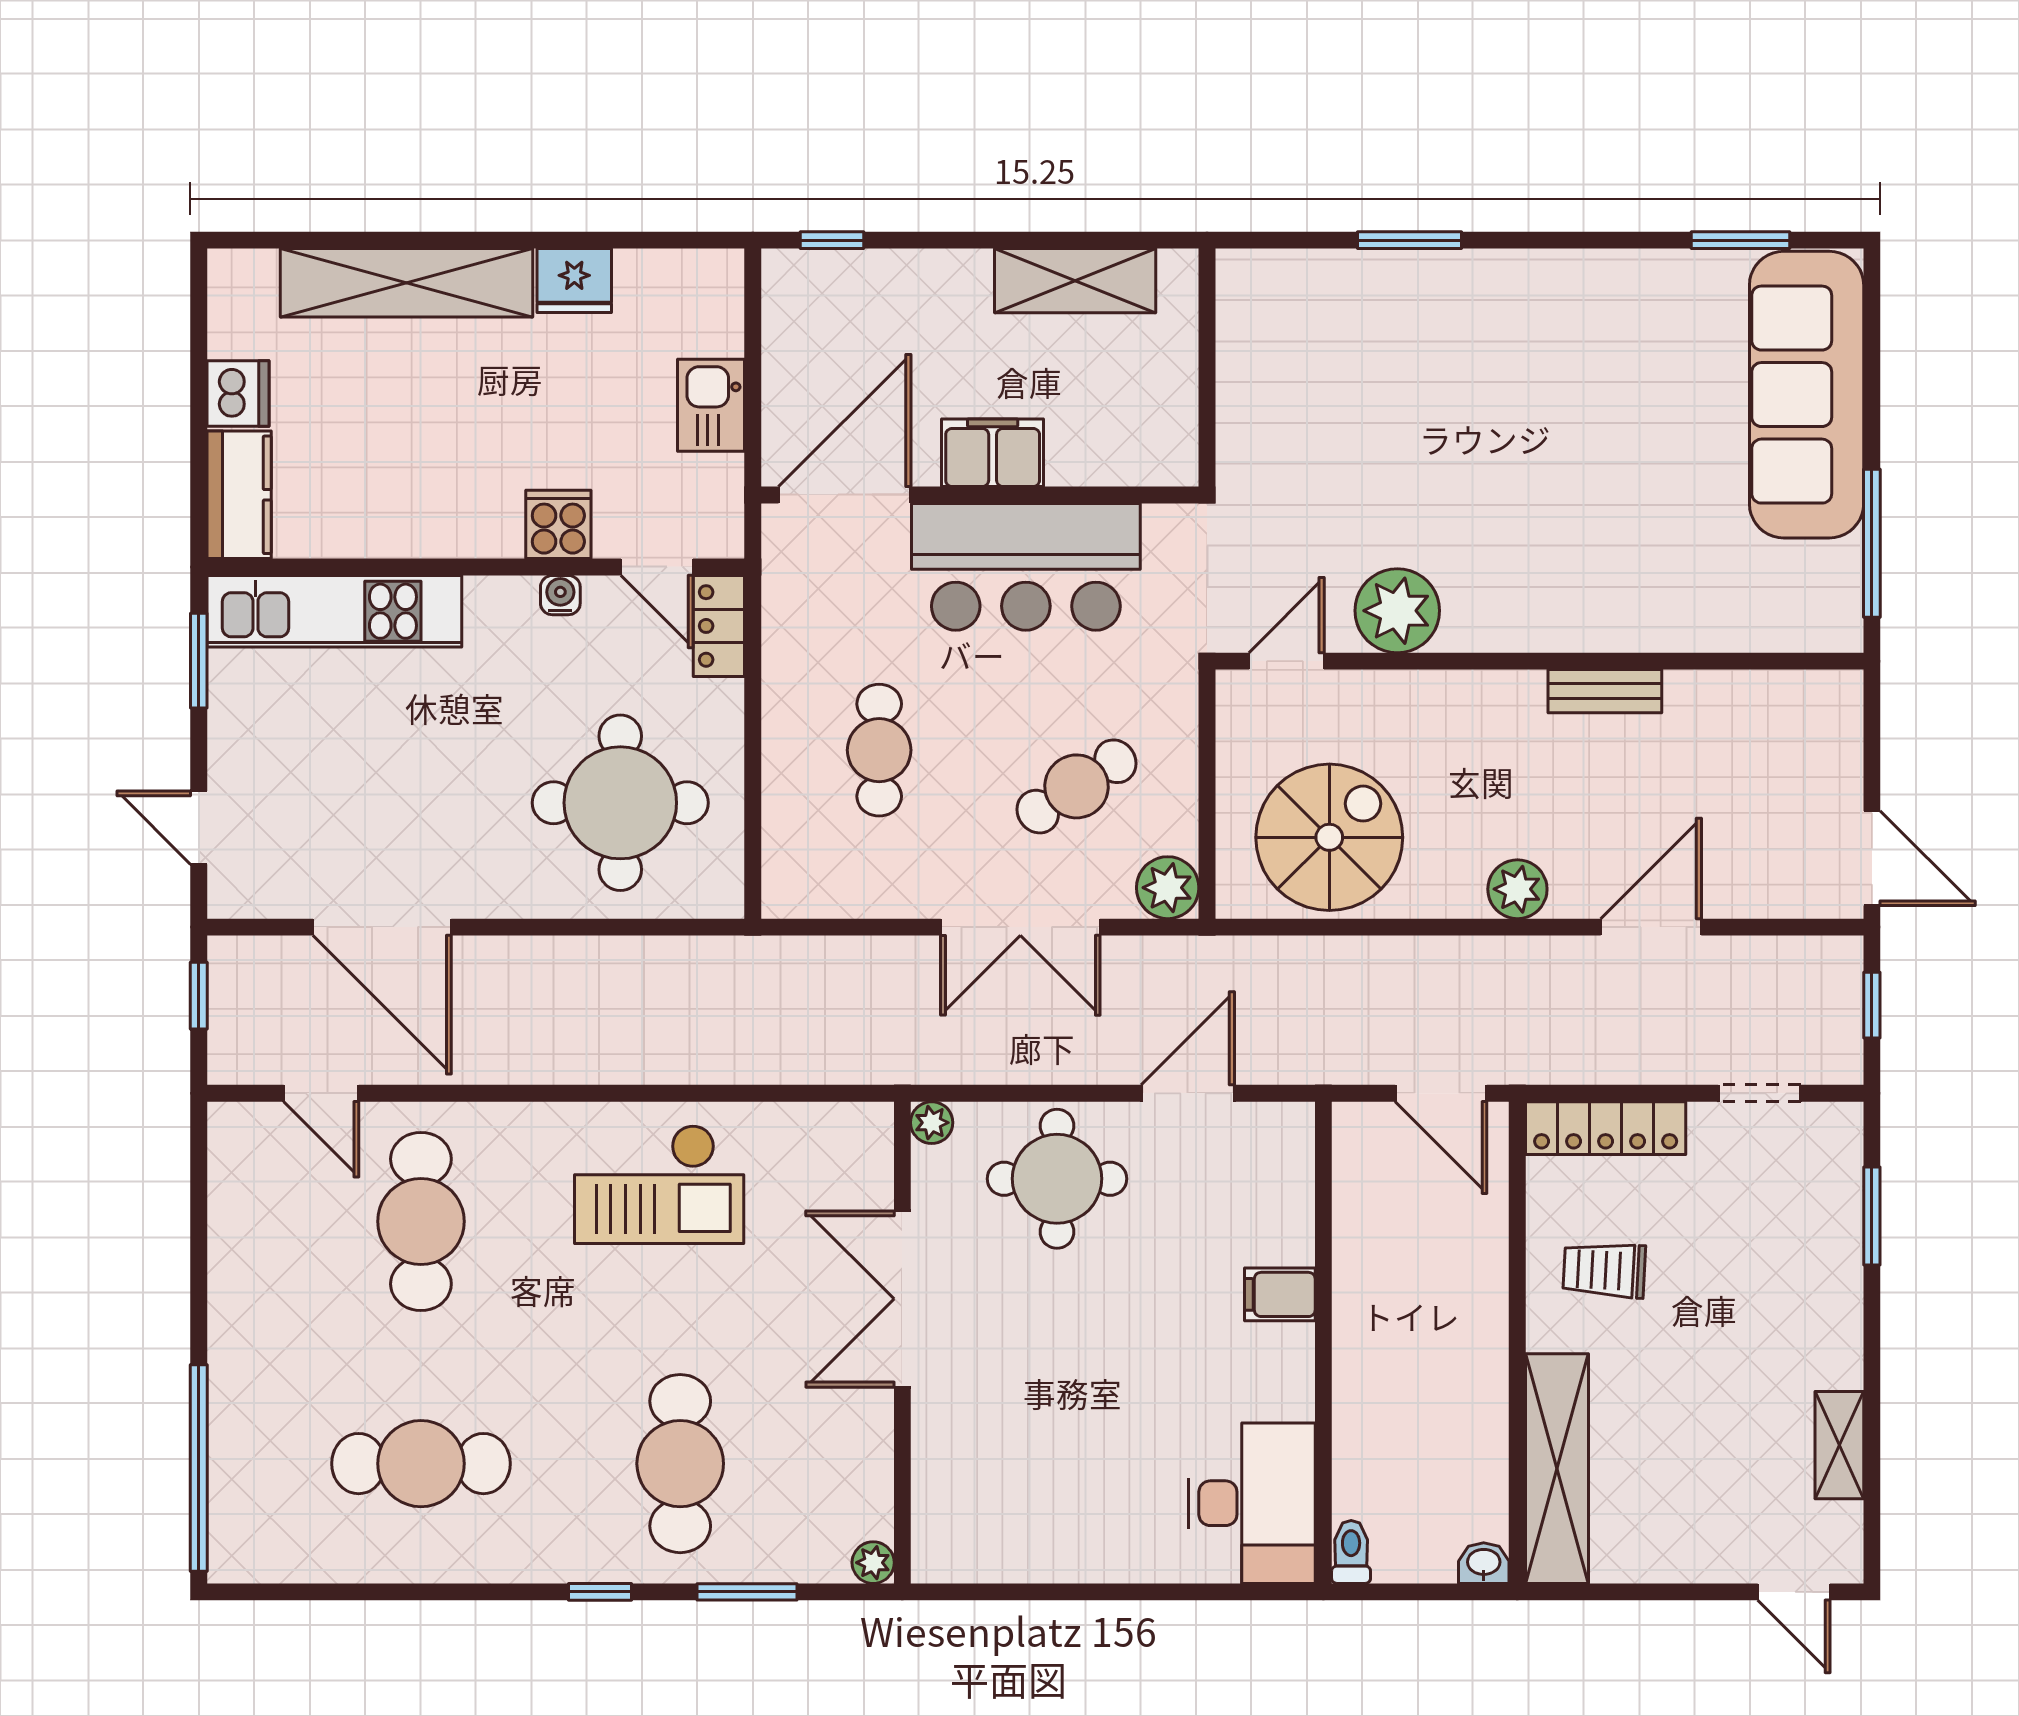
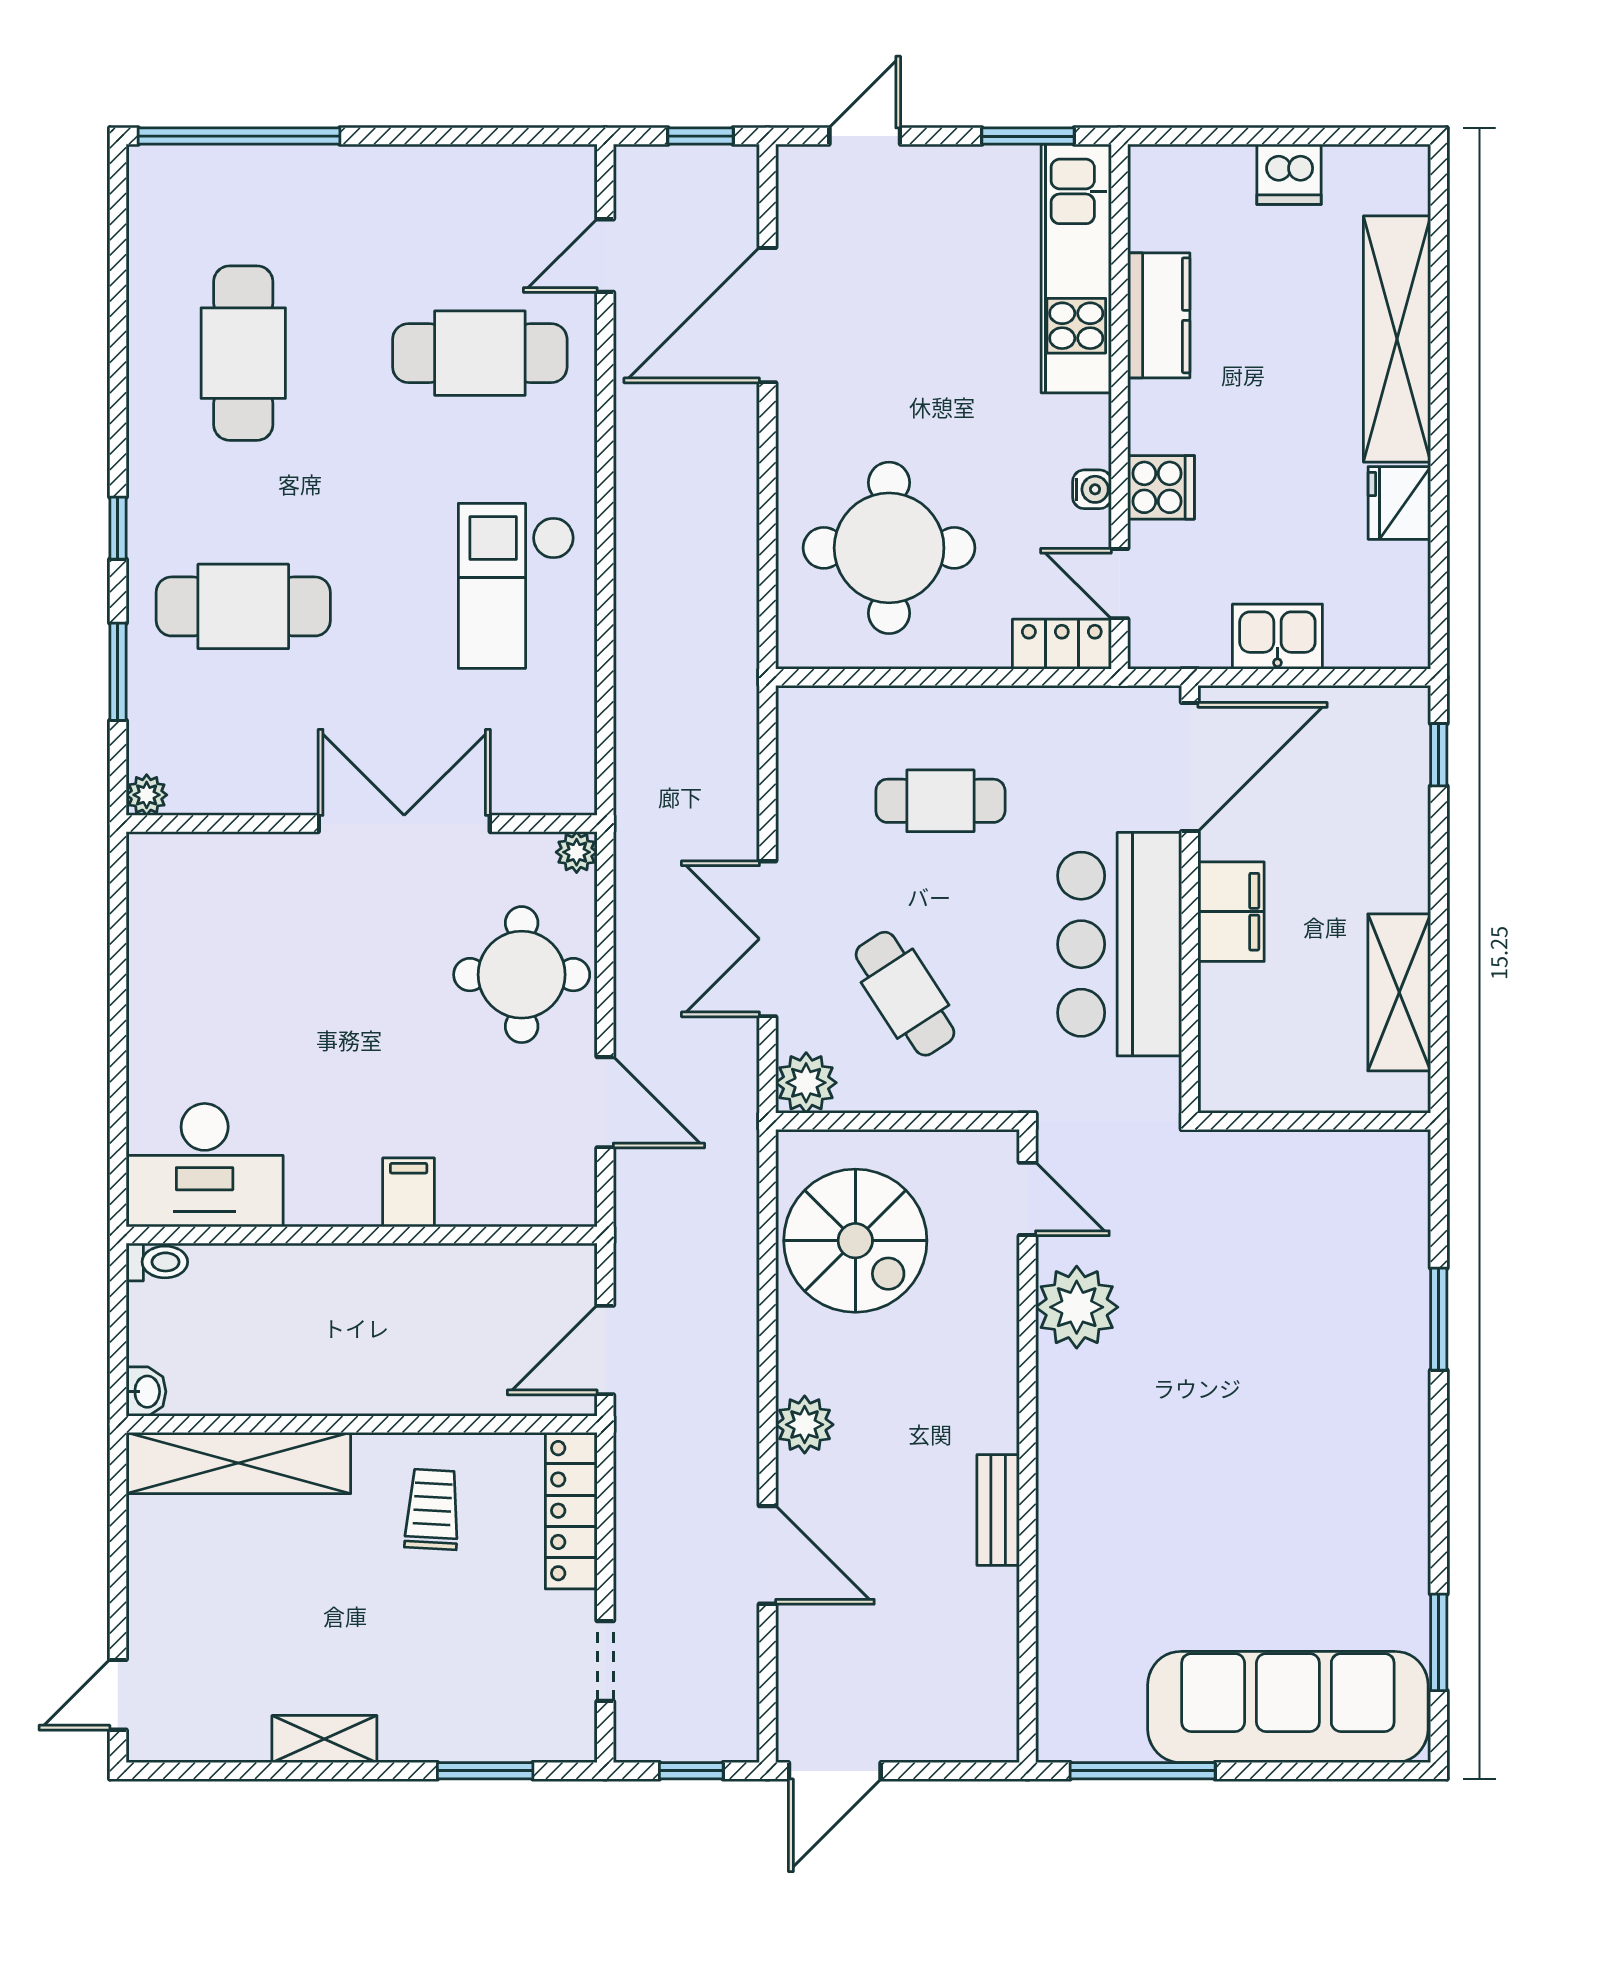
kitchen counter: (239, 495) -> (1159, 315), moved, turned -90
door: (845, 495) -> (1190, 767), hinge flipped
door: (657, 567) -> (1119, 584), hinge flipped
shelving: (1839, 1445) -> (324, 1739), moved

